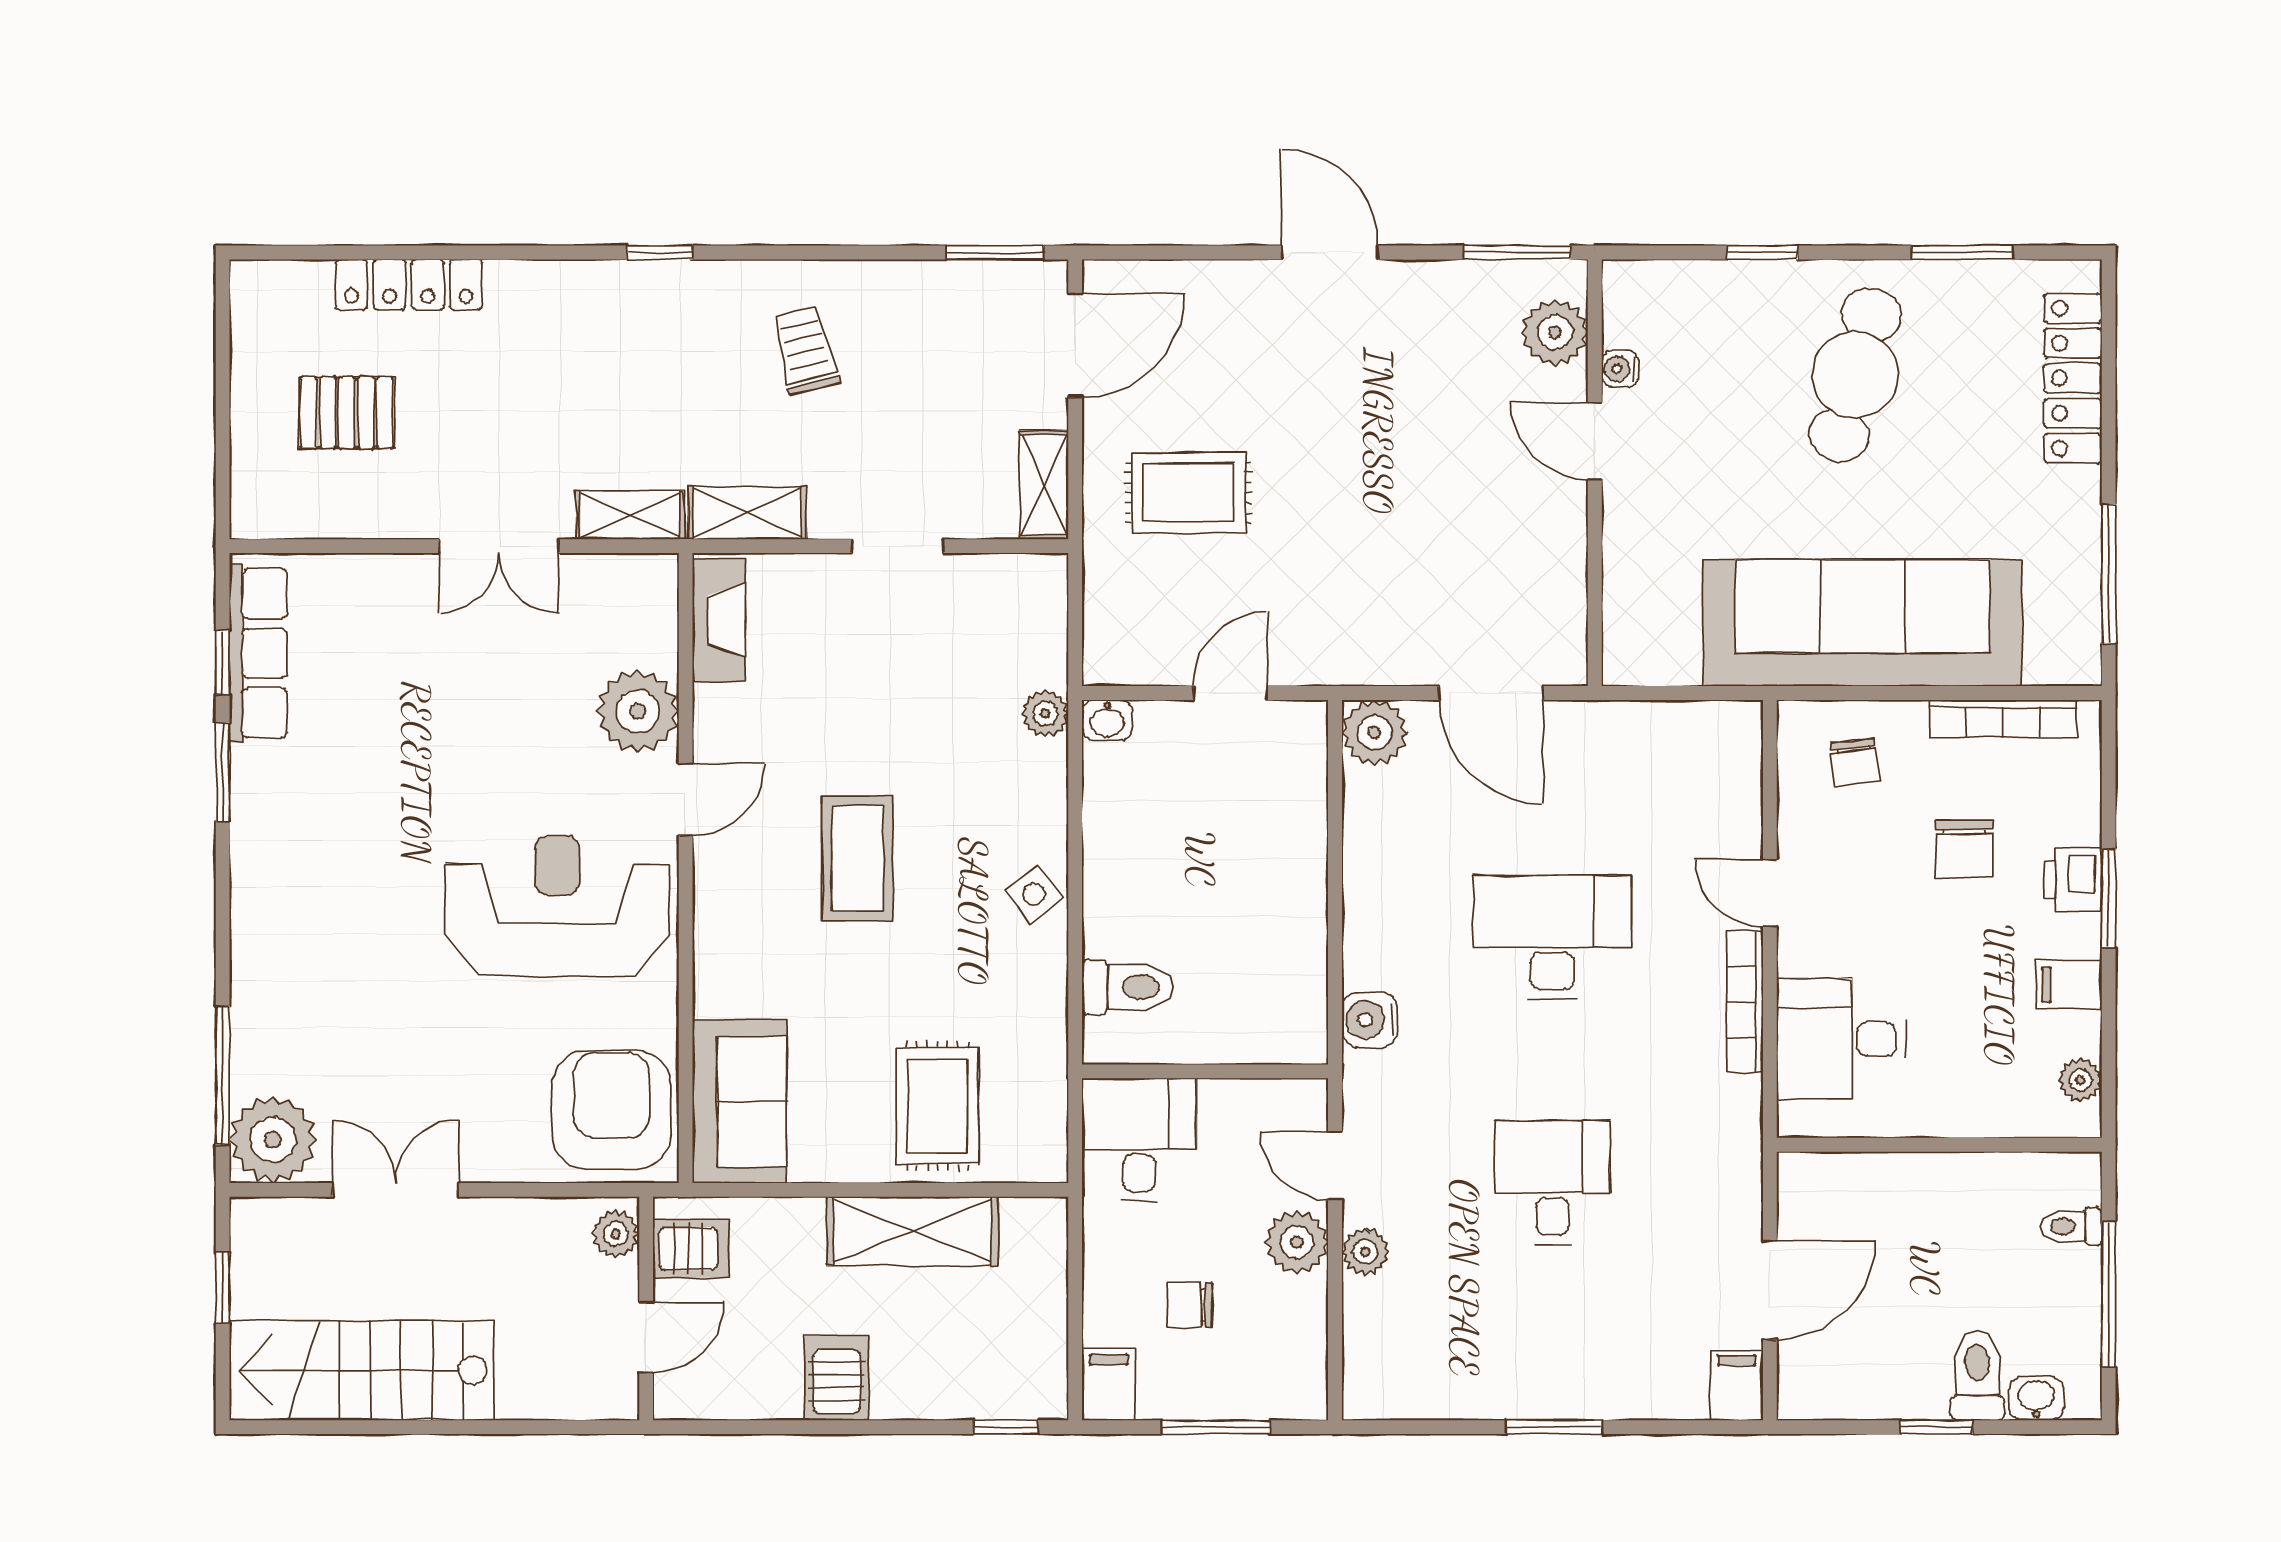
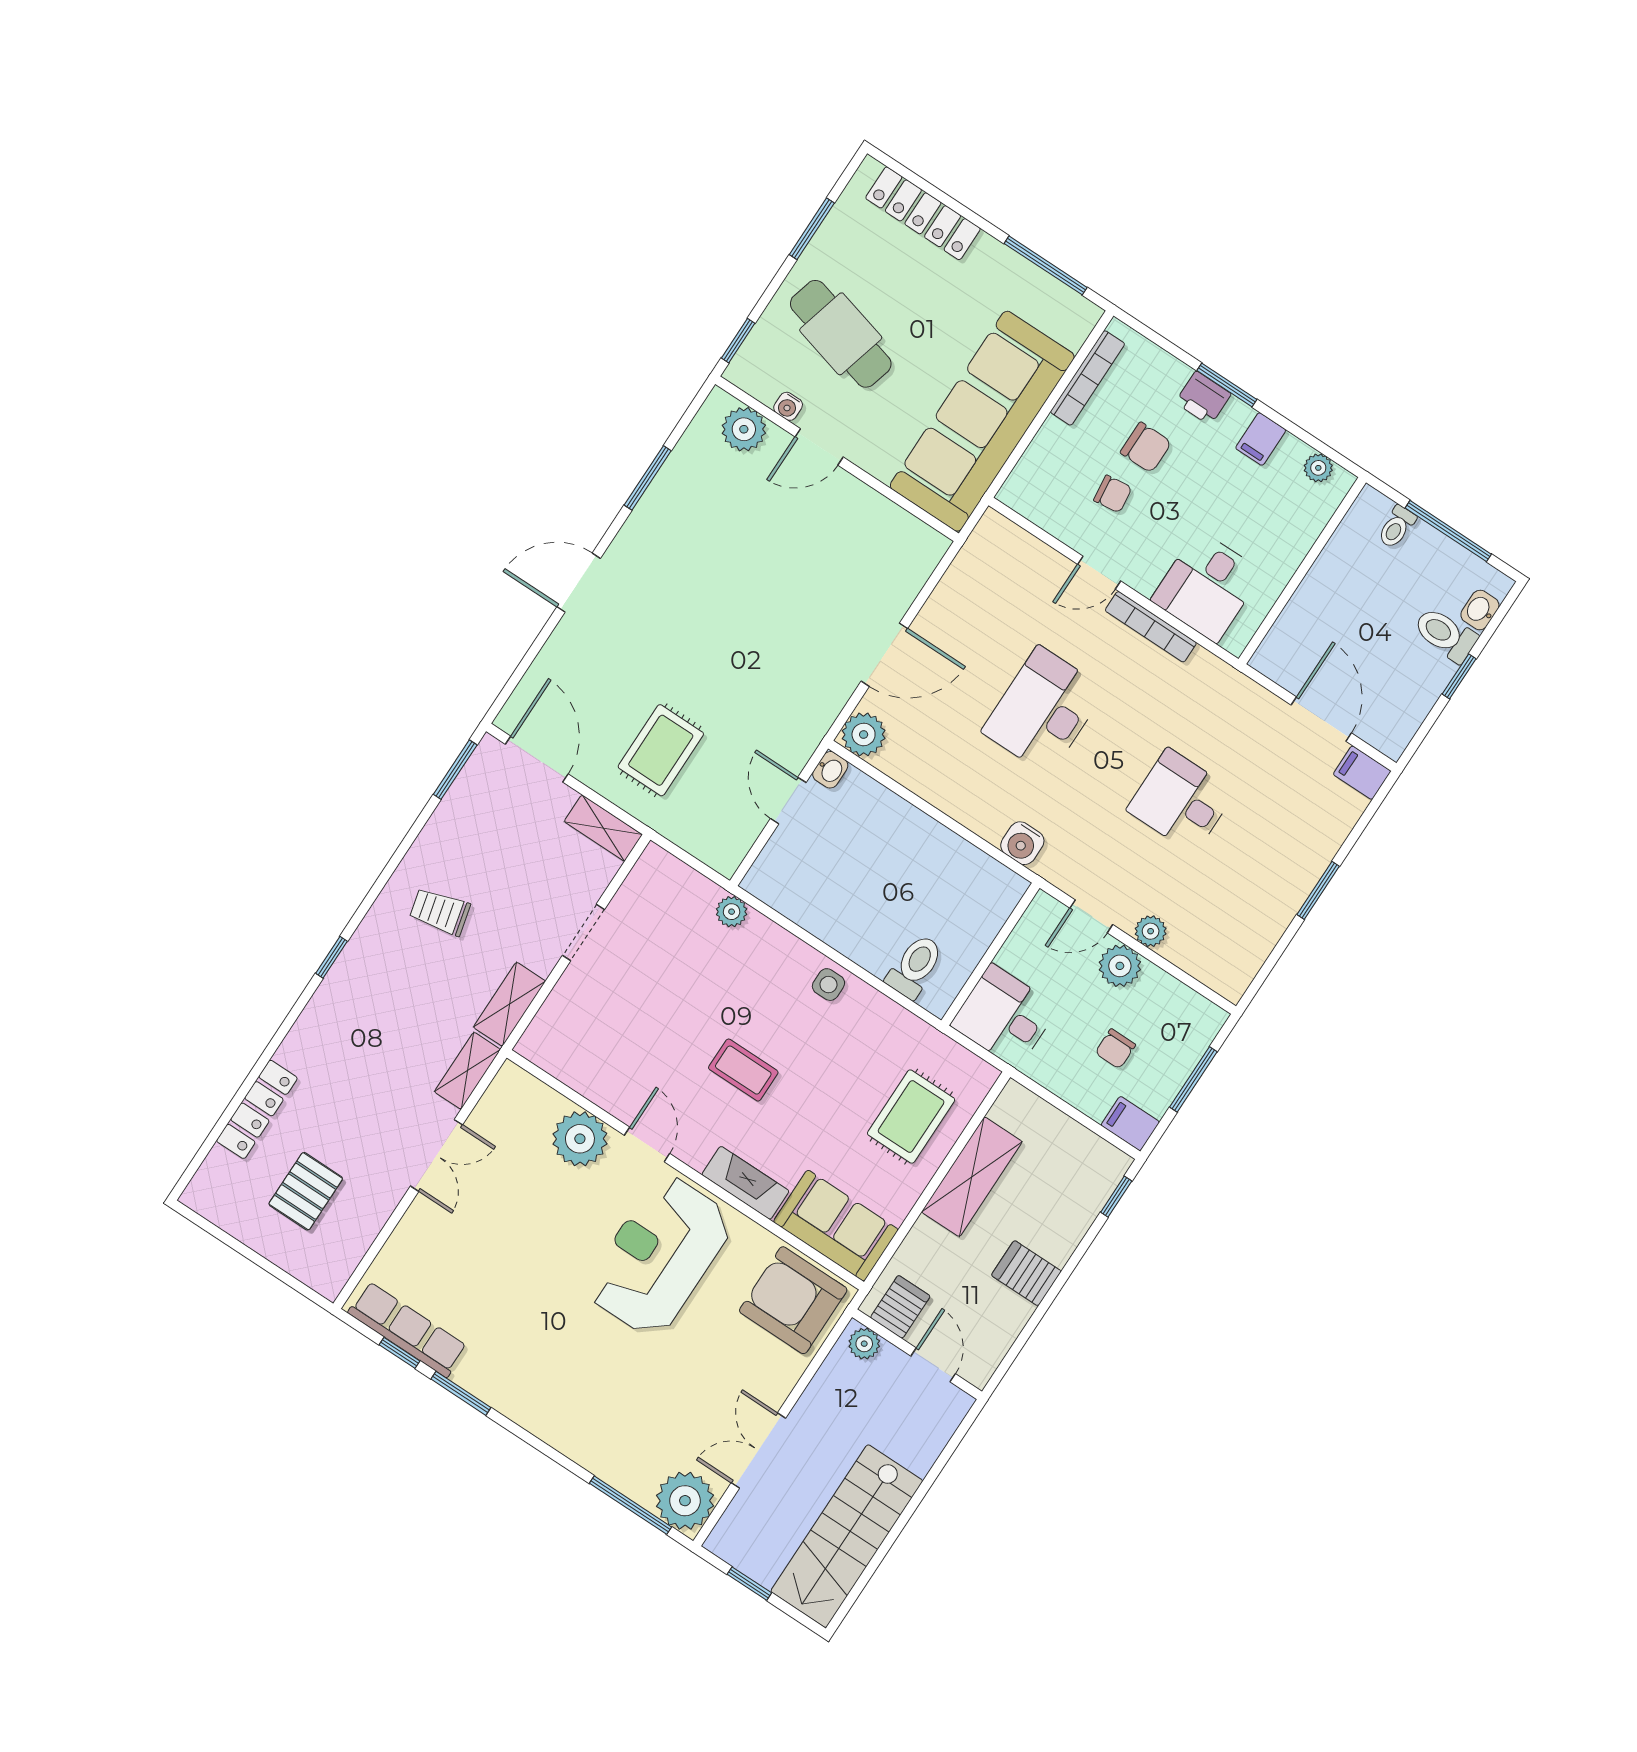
plant: (1555, 332) -> (744, 429), moved
water cooler: (1620, 369) -> (788, 406), moved
door: (1595, 441) -> (819, 447), moved
wall: (1595, 473) -> (837, 459), moved
fireplace: (719, 620) -> (745, 1183), moved
washbasin: (1107, 720) -> (830, 770), moved
chair: (1855, 762) -> (1113, 494), moved
coffee table: (857, 858) -> (743, 1070), width x0.73, depth x0.77
side table: (1034, 894) -> (828, 985), turned 37
rug: (937, 1106) -> (911, 1117), turned 90

